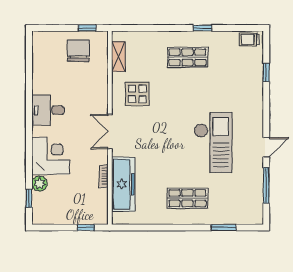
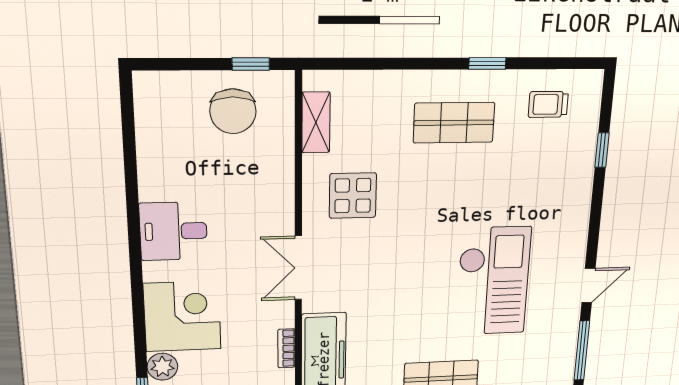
trolley: (249, 39) -> (548, 104), moved
chair: (78, 51) -> (233, 111), turned 180

